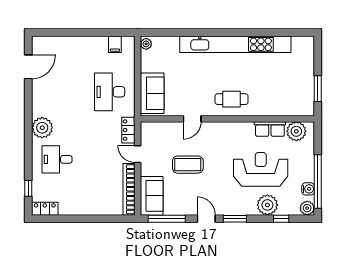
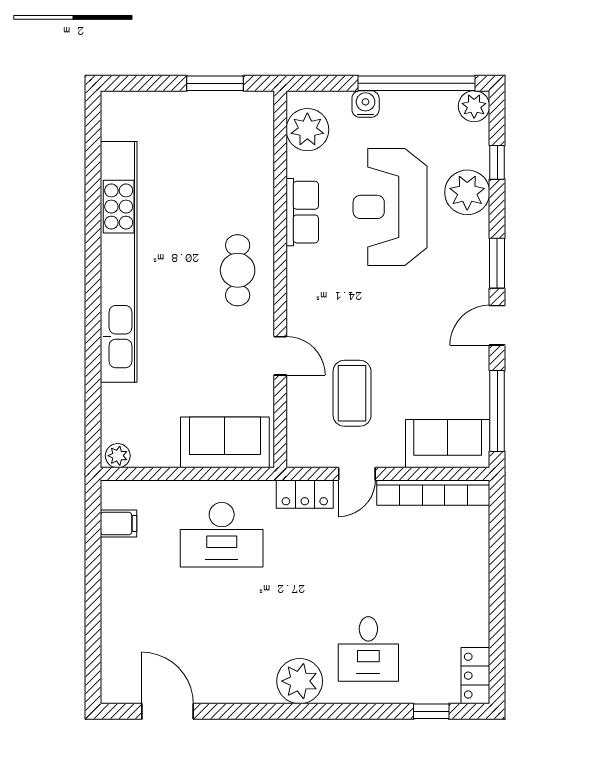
row of seats: (270, 129) -> (302, 212), moved
coffee table: (188, 165) -> (352, 393), moved
water cooler: (308, 189) -> (366, 104), moved

